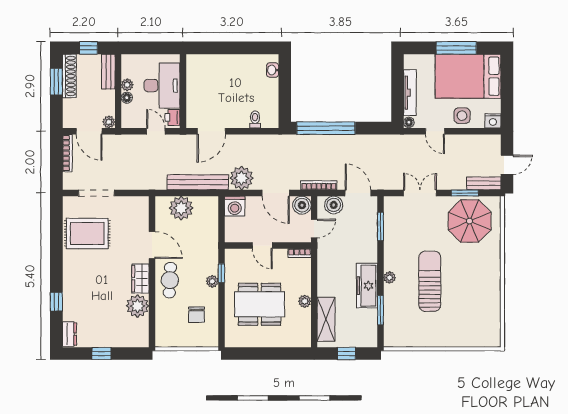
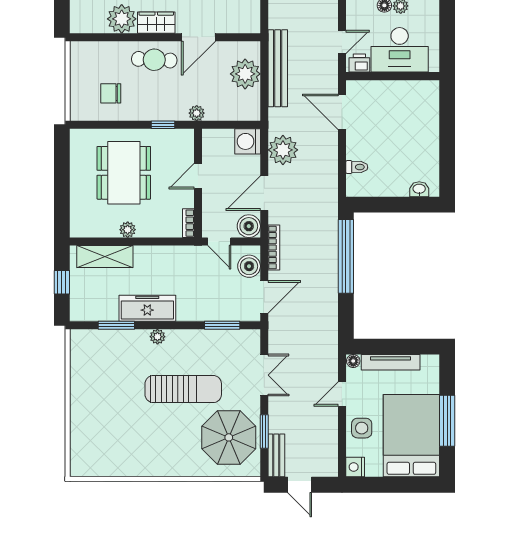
bench: (198, 182) -> (278, 68), moved
plant: (212, 281) -> (197, 113), moved
sun lounger: (430, 281) -> (183, 389), moved

